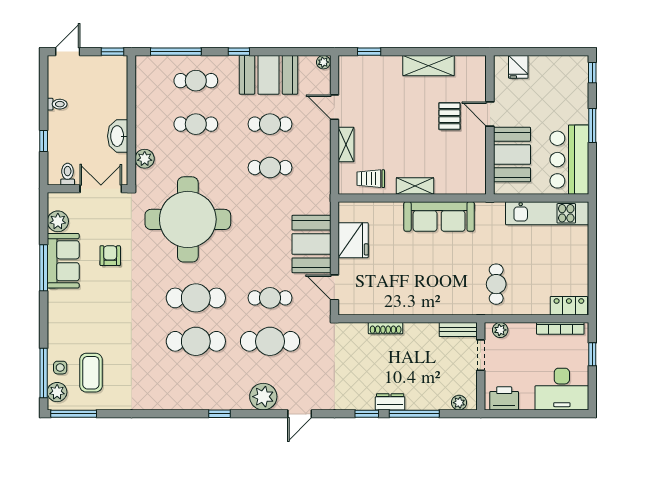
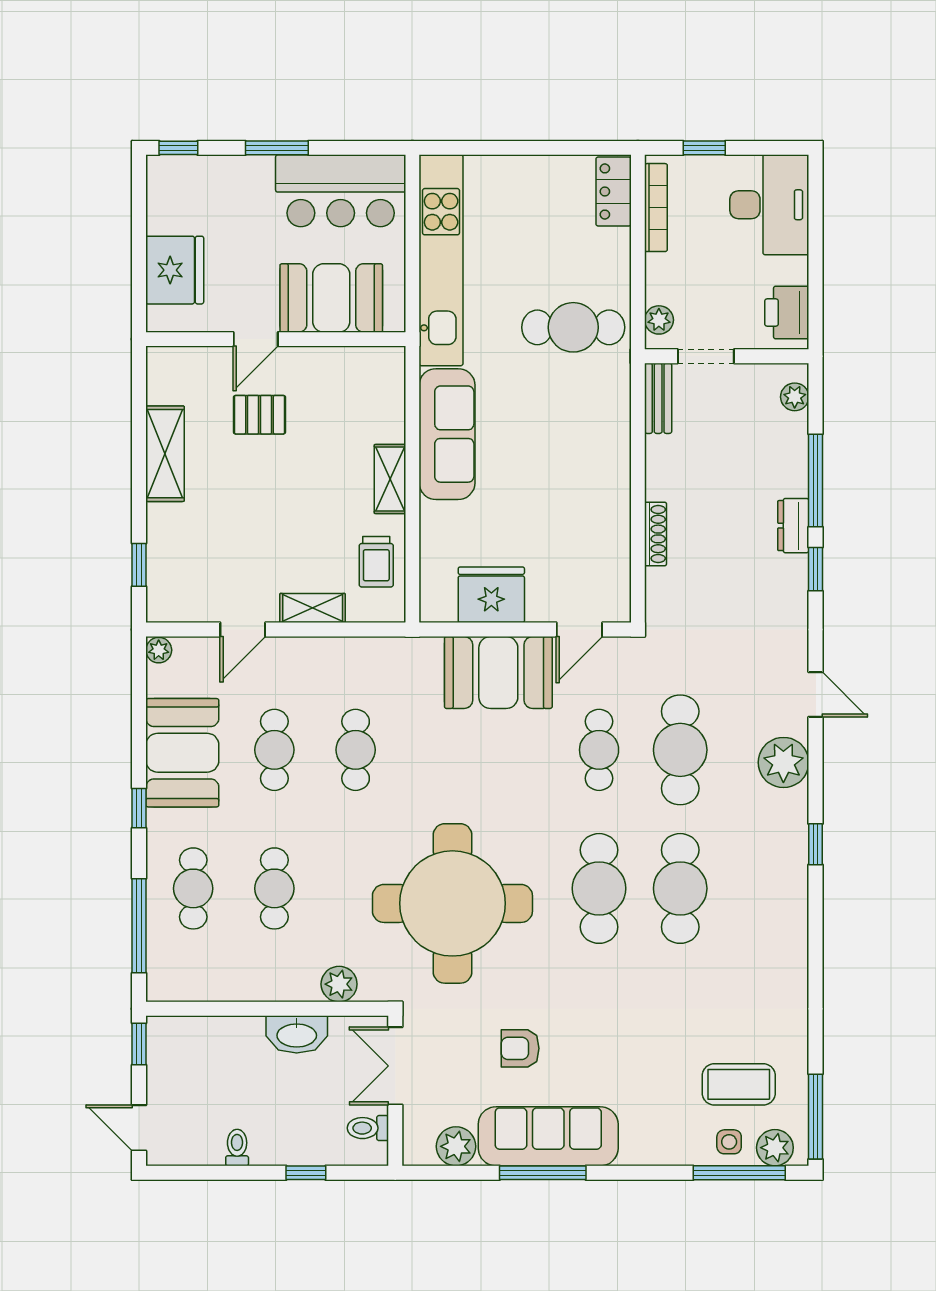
fridge: (518, 67) -> (175, 270), width x1.88, depth x1.34
kitchen unit: (547, 213) -> (441, 260), width x1.36
sofa: (63, 261) -> (548, 1136), width x1.36
cafe table: (496, 284) -> (573, 327), width x1.37, depth x1.35

